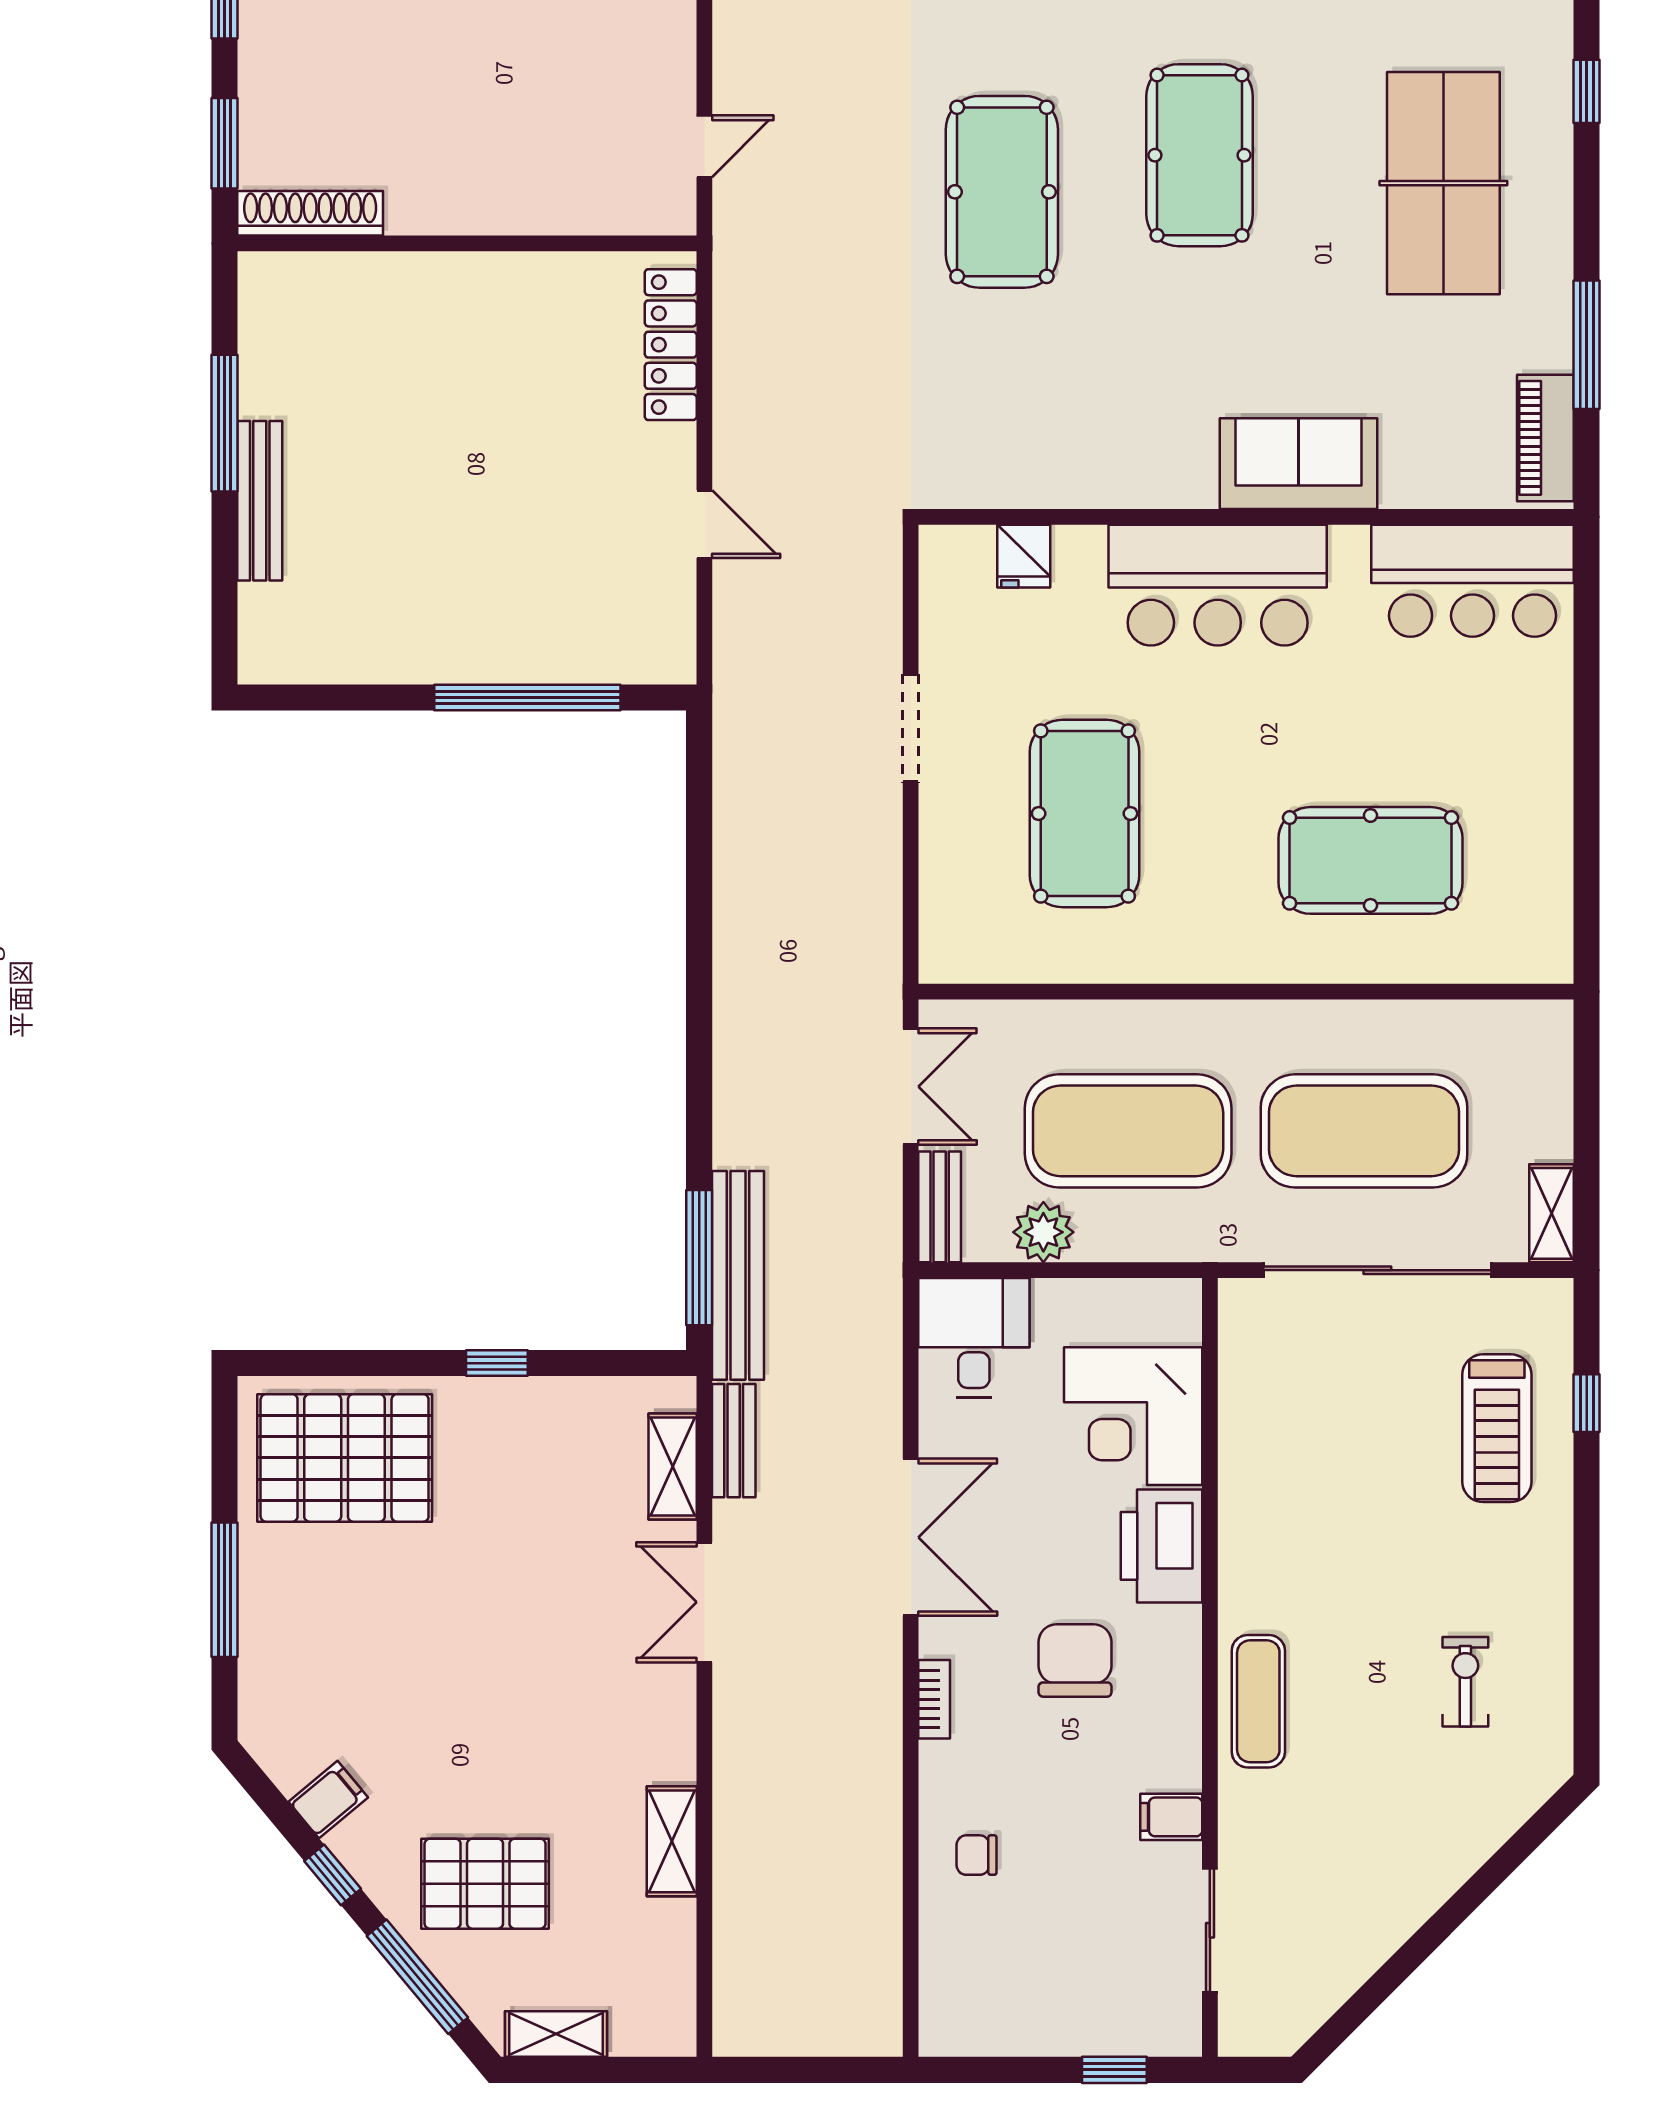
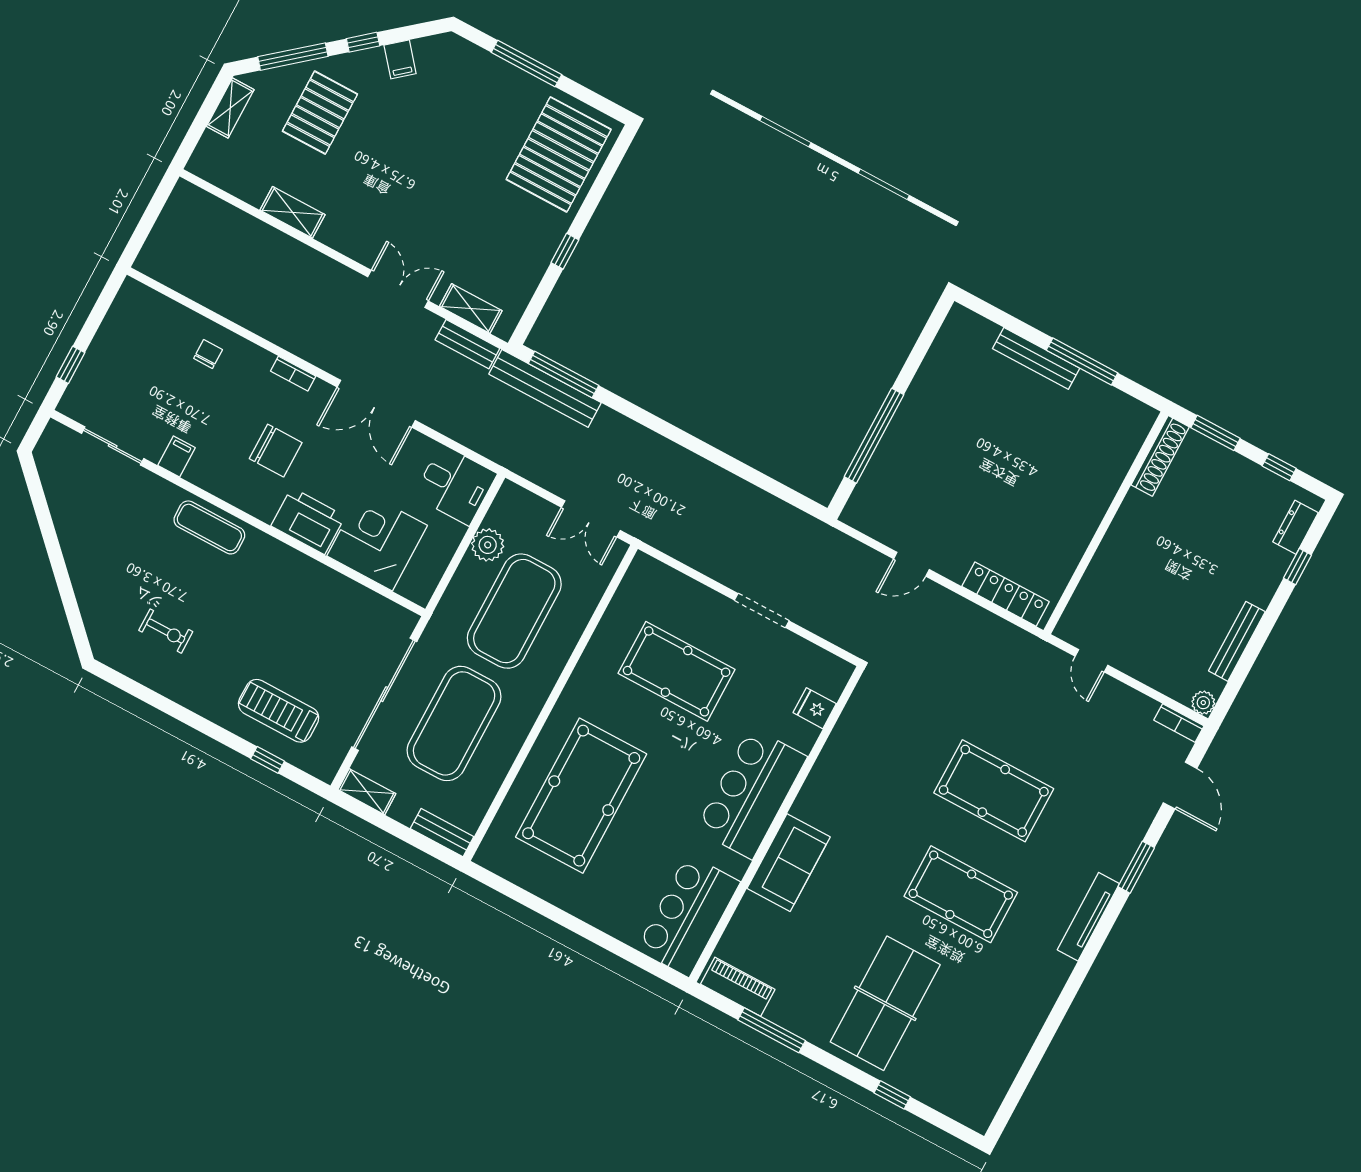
table tennis table: (1443, 183) -> (885, 1003), turned 90
pool table: (1370, 860) -> (581, 796), width x1.36, depth x1.32
bench: (940, 1207) -> (442, 833), moved

